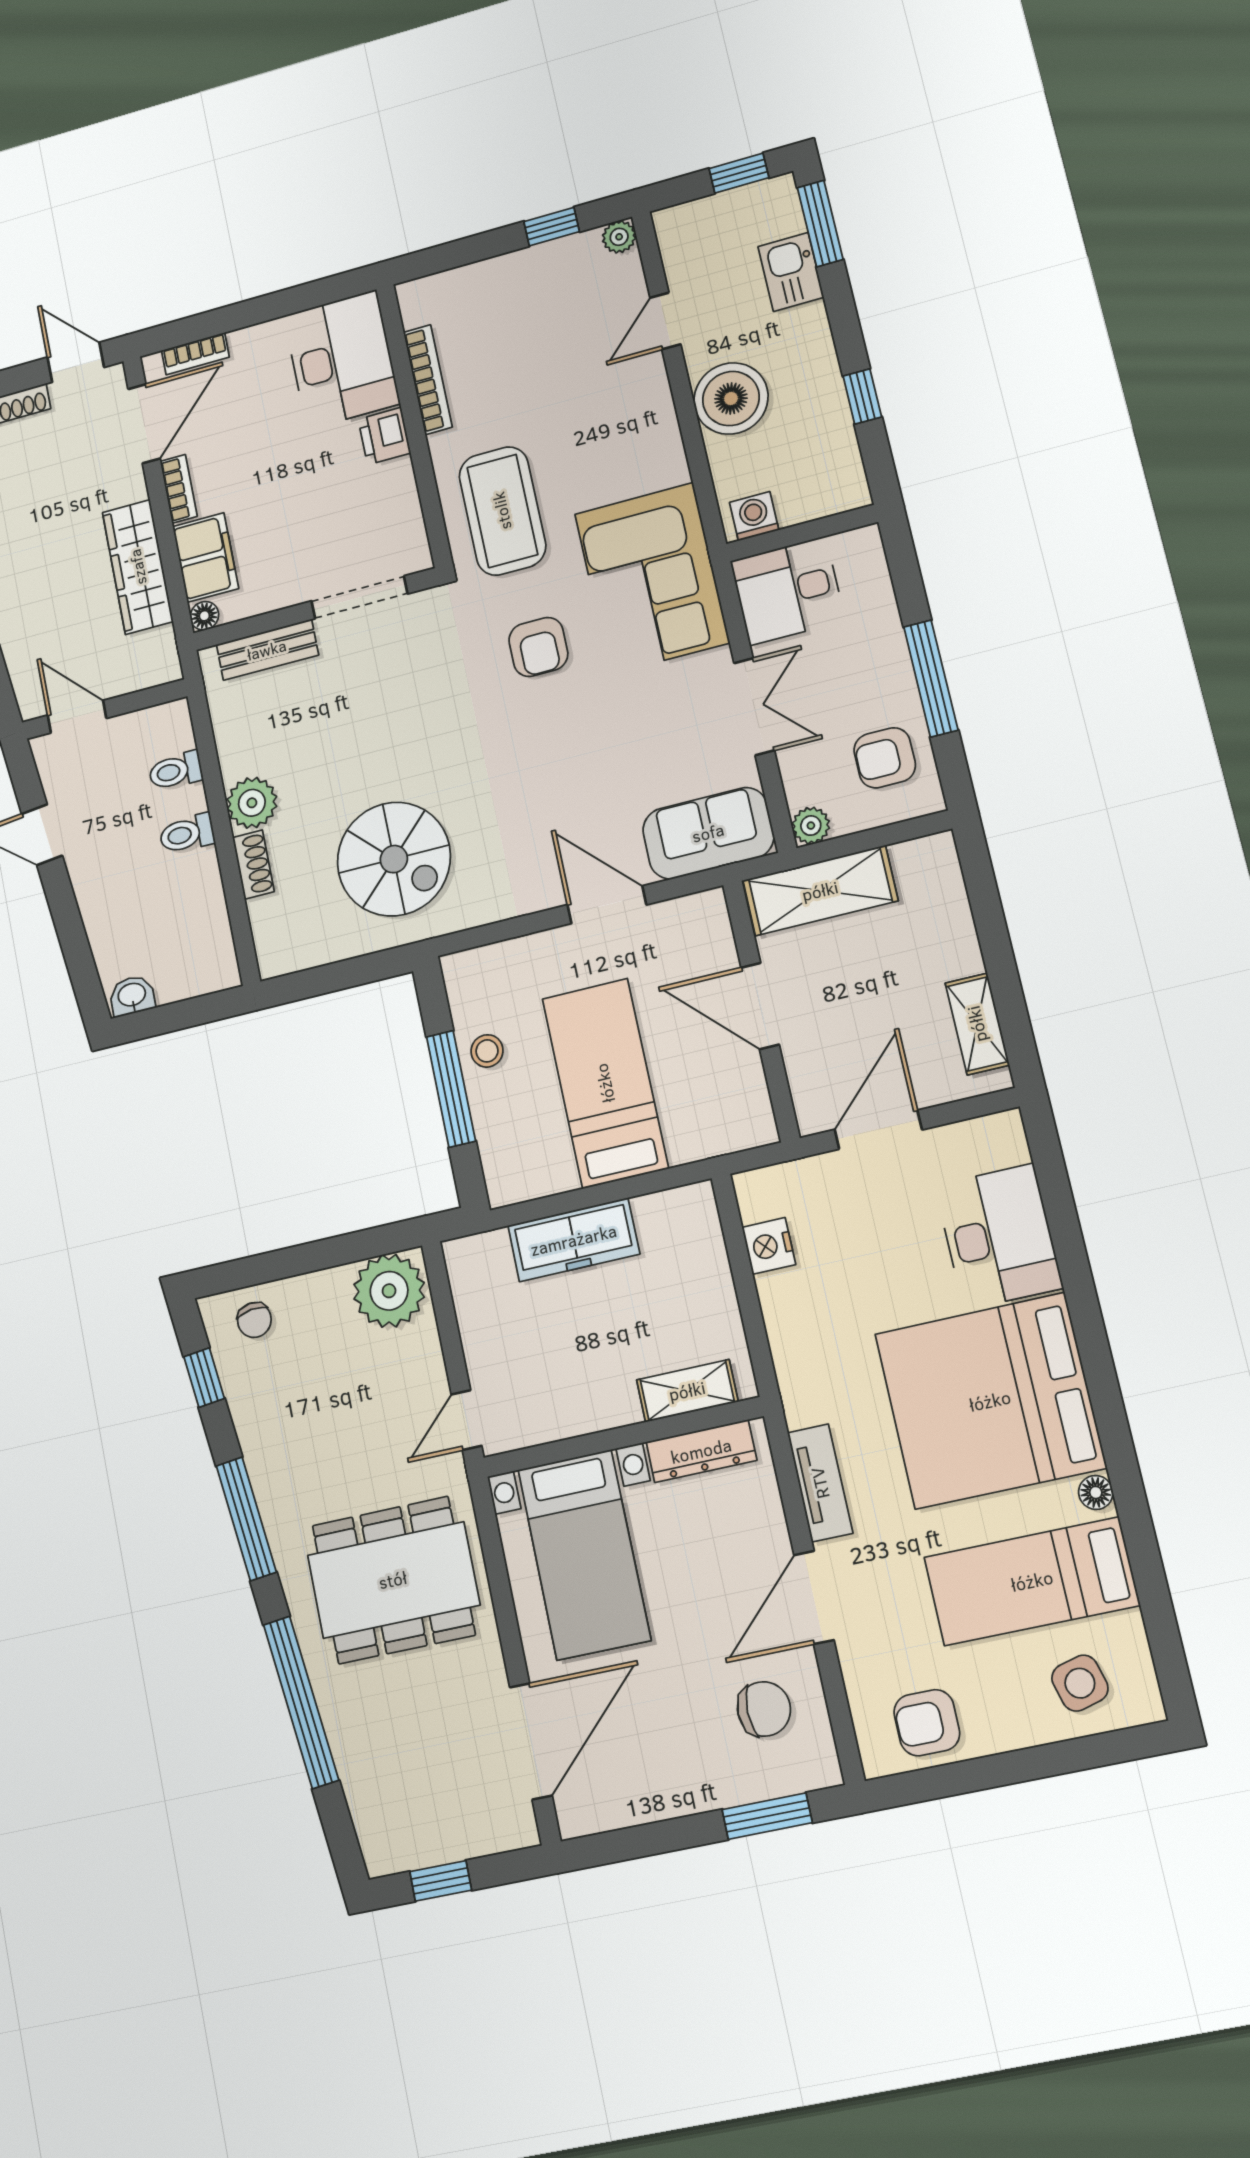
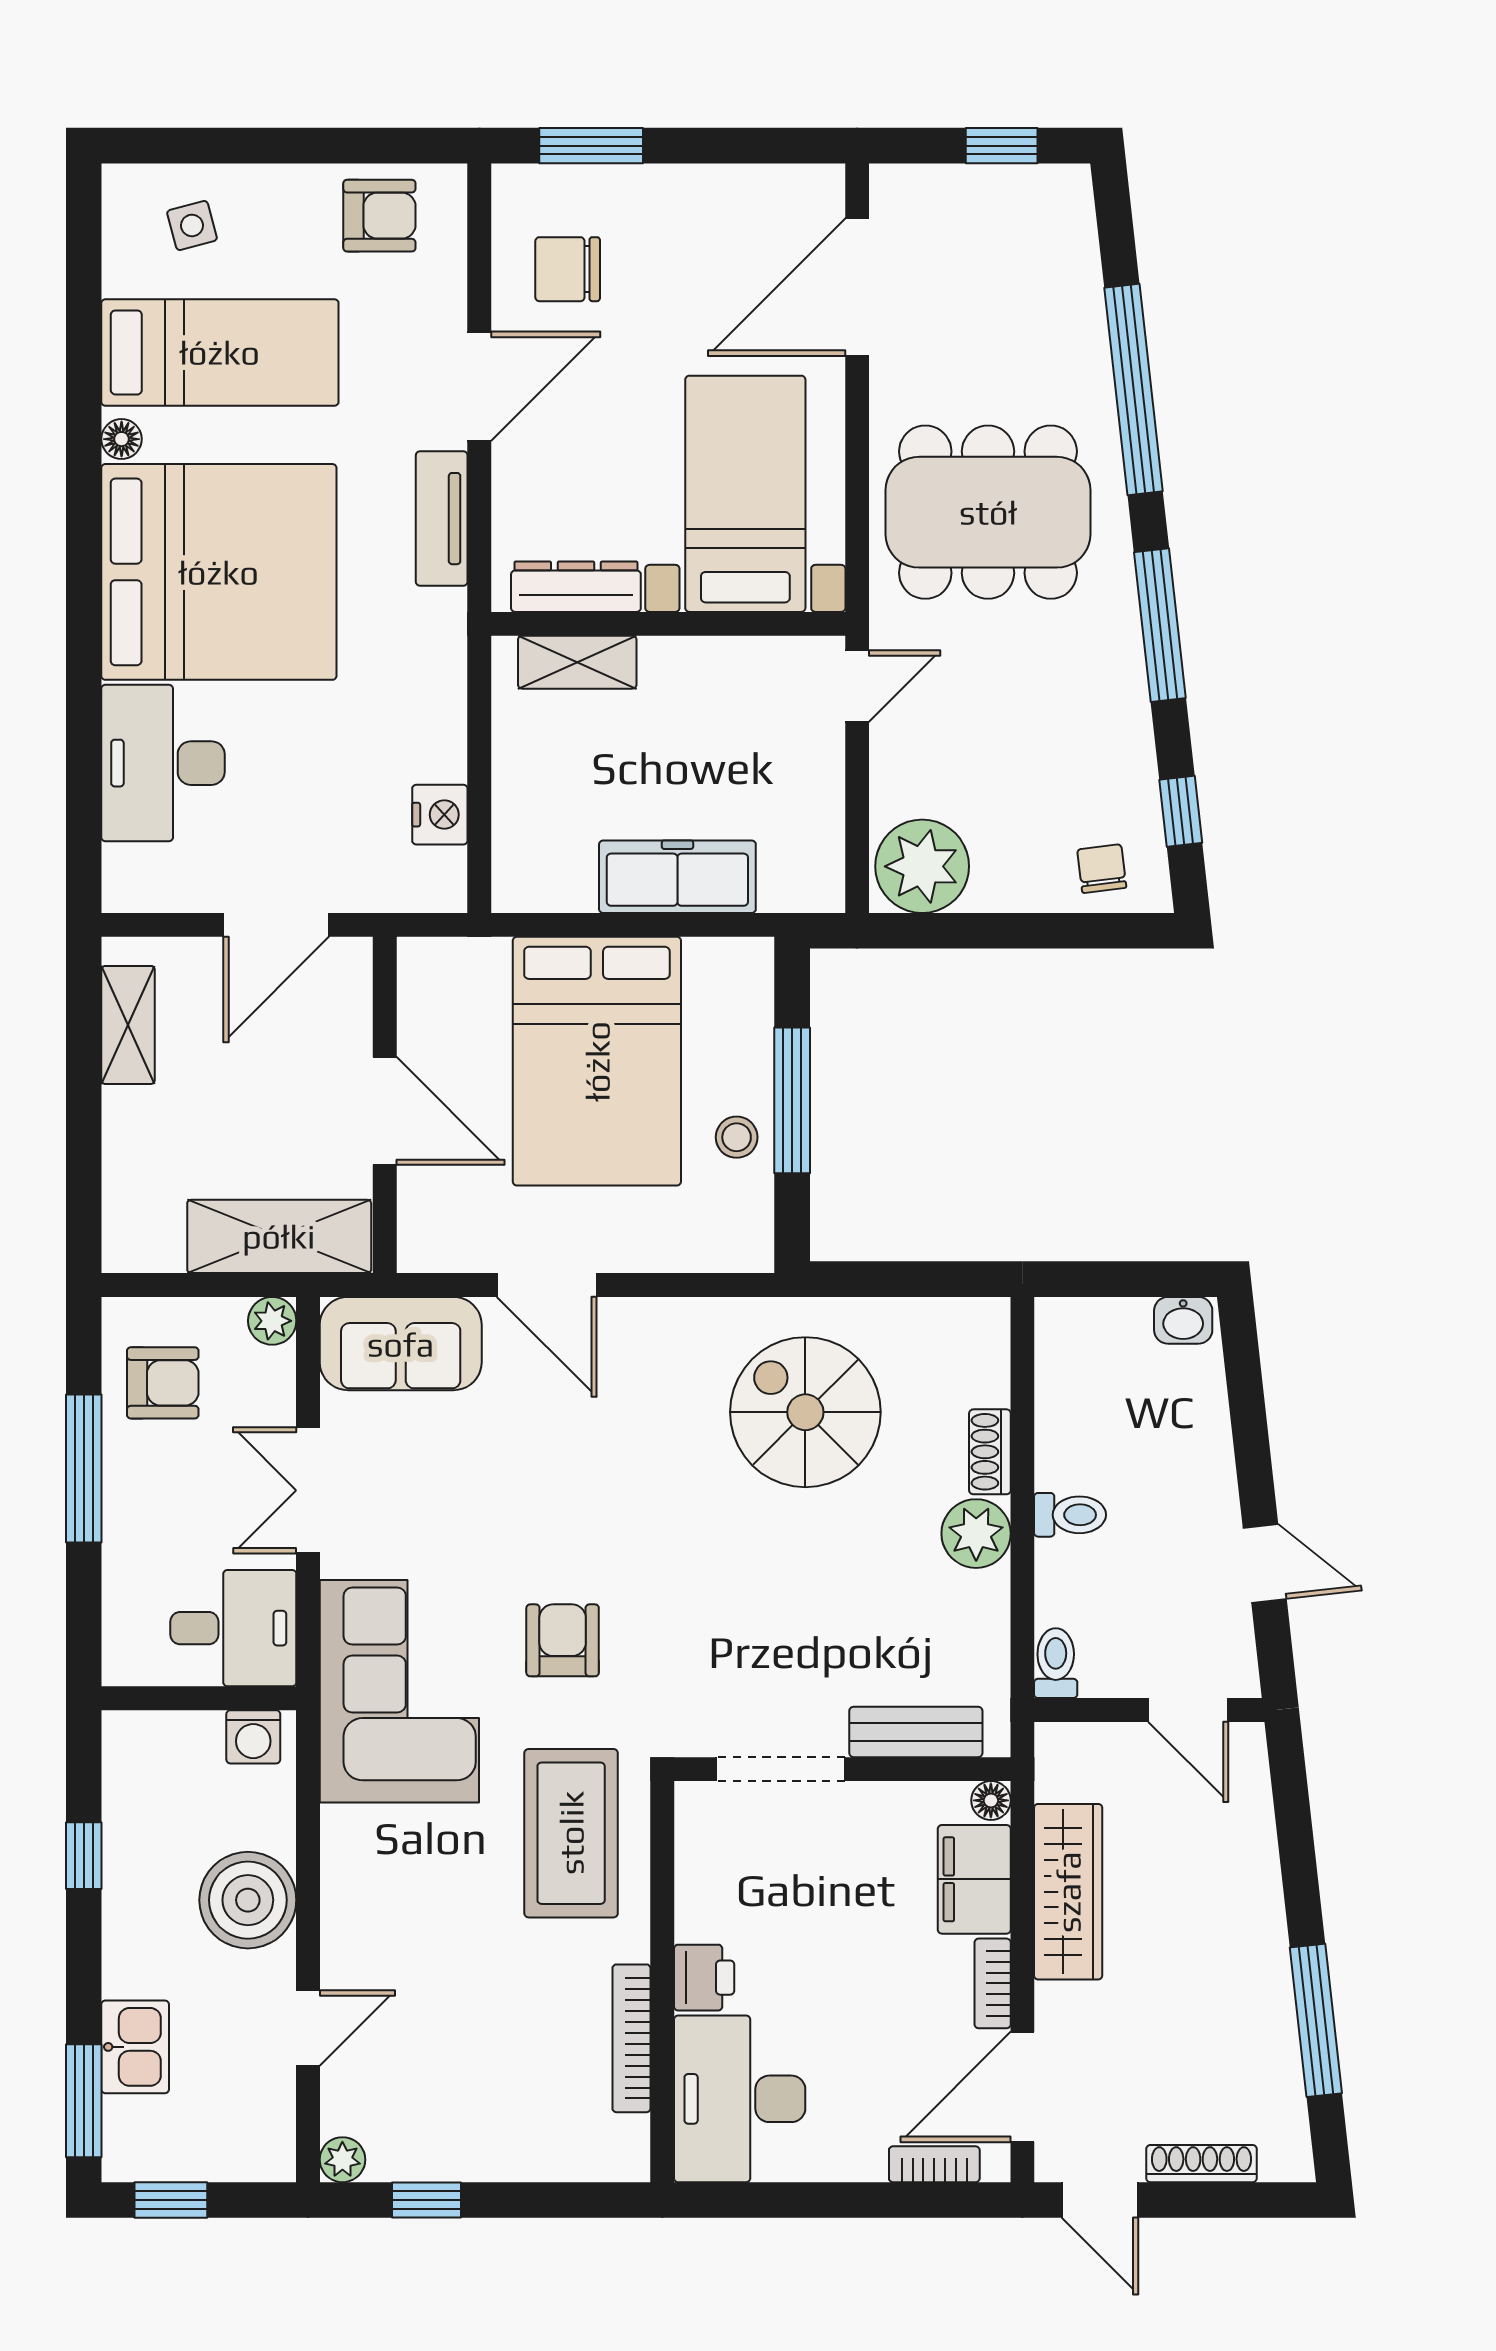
toilet: (176, 771) -> (1056, 1663), moved, turned -90
bed: (605, 1083) -> (597, 1061), width x1.50
side table: (1080, 1683) -> (192, 225), width x0.73, depth x0.73

